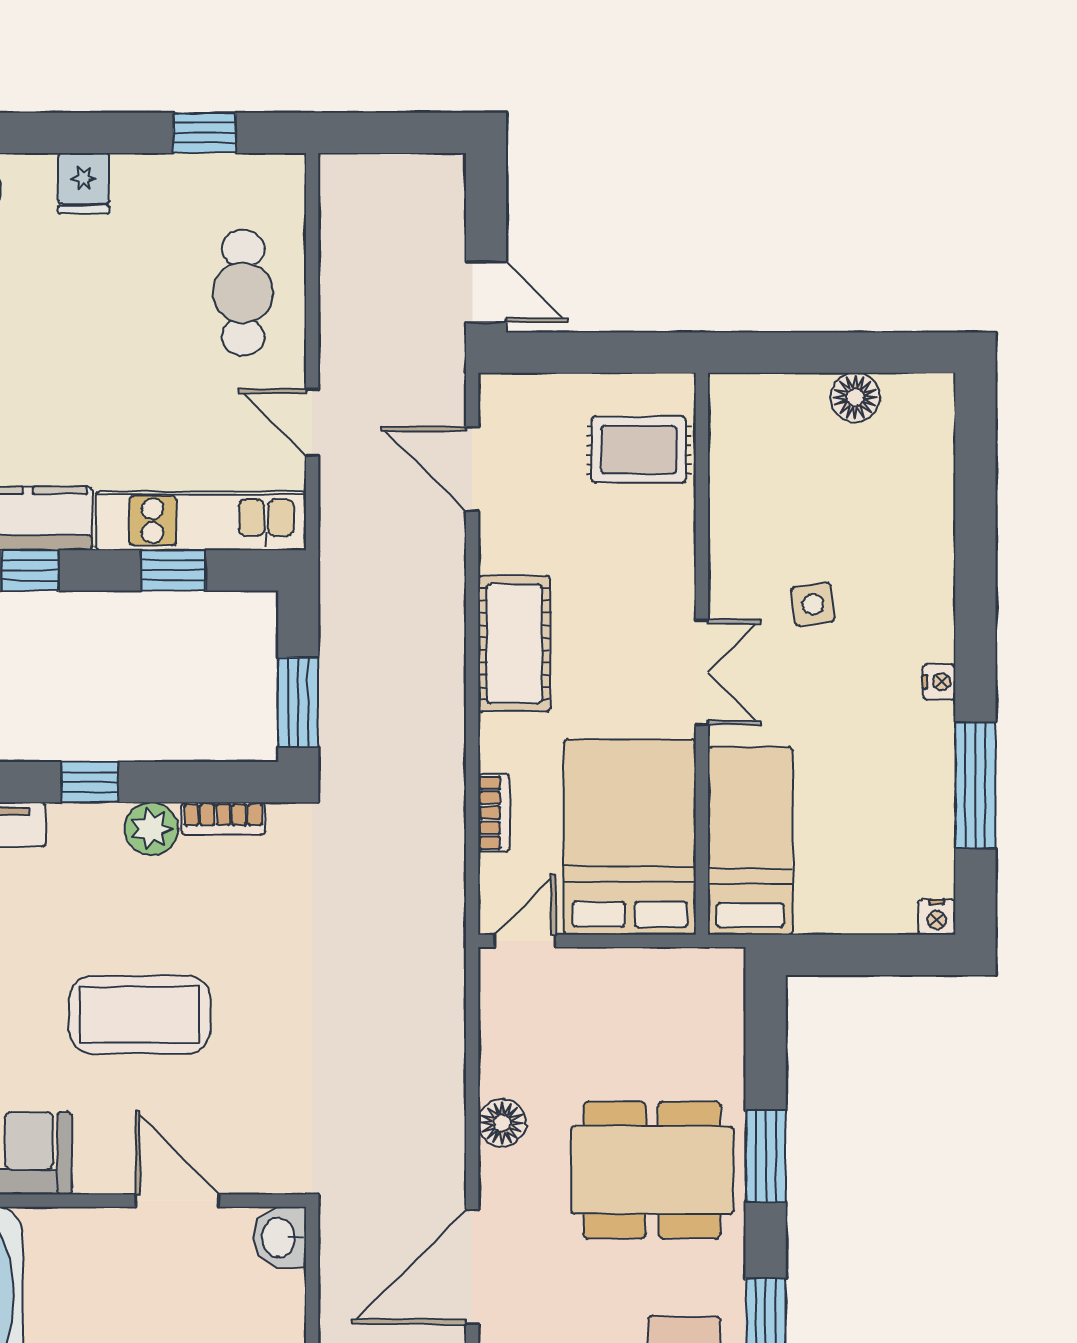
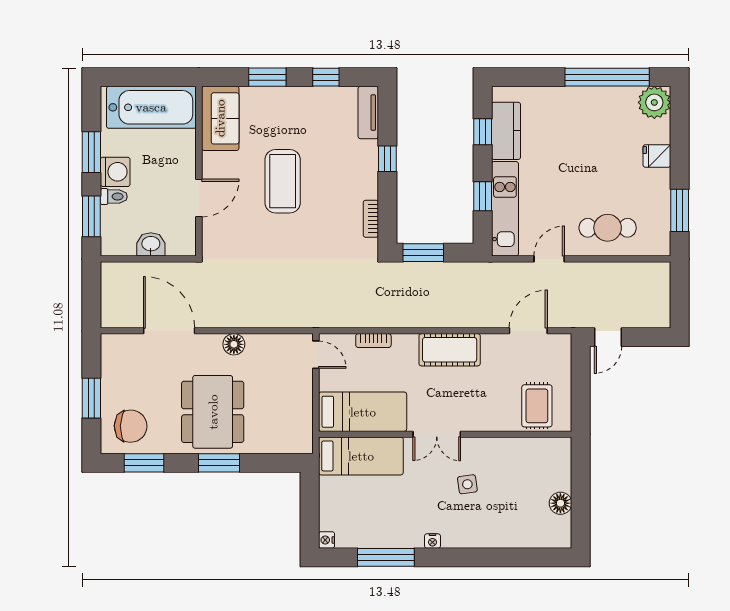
window: (204, 133) -> (680, 210), width x1.50
plant: (151, 829) -> (366, 186), removed
bed: (630, 837) -> (363, 412), width x0.67
washbasin: (280, 1238) -> (151, 244), moved

